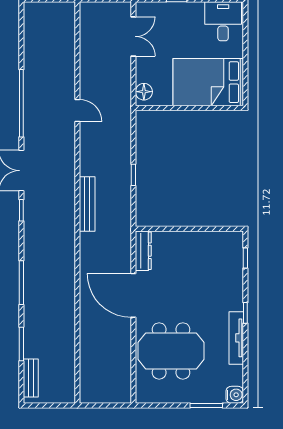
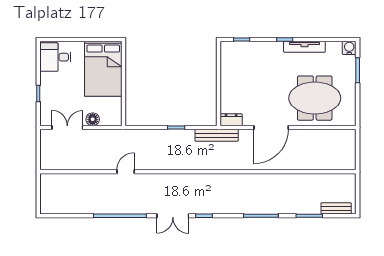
floor lamp: (144, 92) -> (93, 119), moved
bench: (87, 204) -> (217, 135), moved
dresser: (143, 251) -> (231, 120), width x0.70
meeting table: (171, 351) -> (315, 98), turned 90

